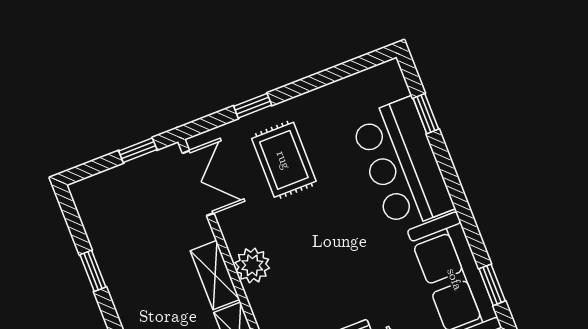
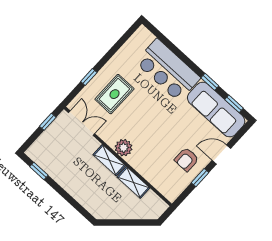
window: (426, 114) -> (210, 82), moved
rug: (284, 160) -> (114, 94), turned 90
window: (93, 271) -> (39, 171), moved

